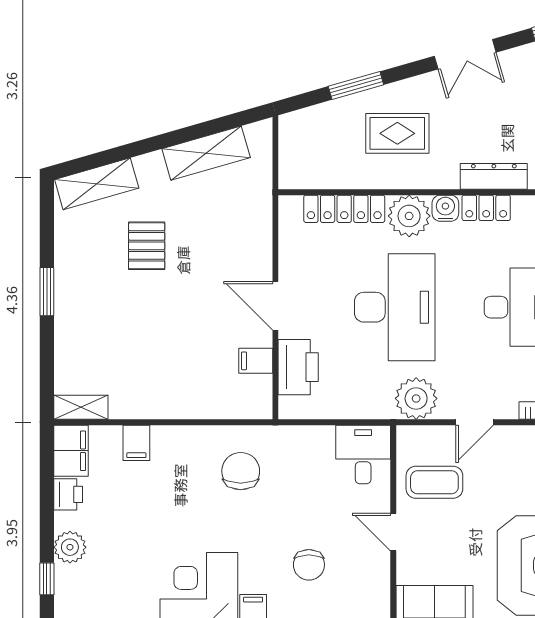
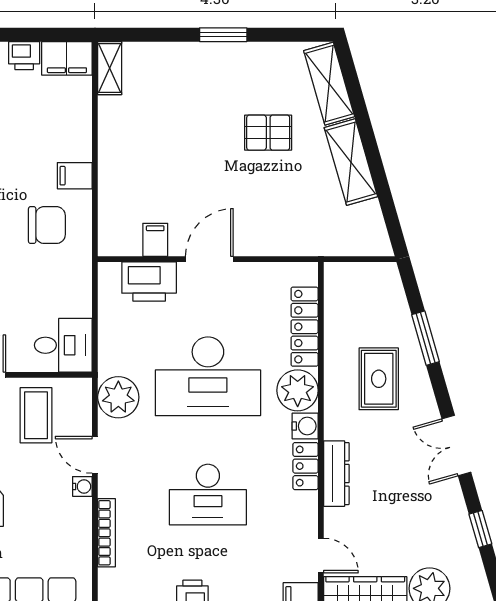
shelving: (206, 153) -> (351, 162), moved
water cooler: (507, 435) -> (82, 486), added
filing cabinet: (136, 443) -> (75, 176), moved

